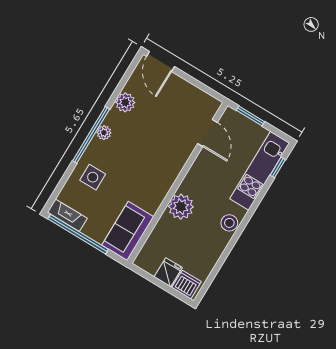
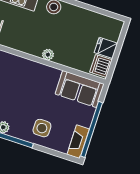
plant: (181, 207) -> (48, 55), width x0.53, depth x0.53
dishwasher: (186, 285) -> (101, 66), moved

